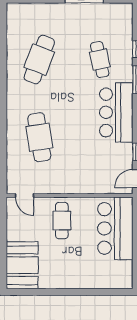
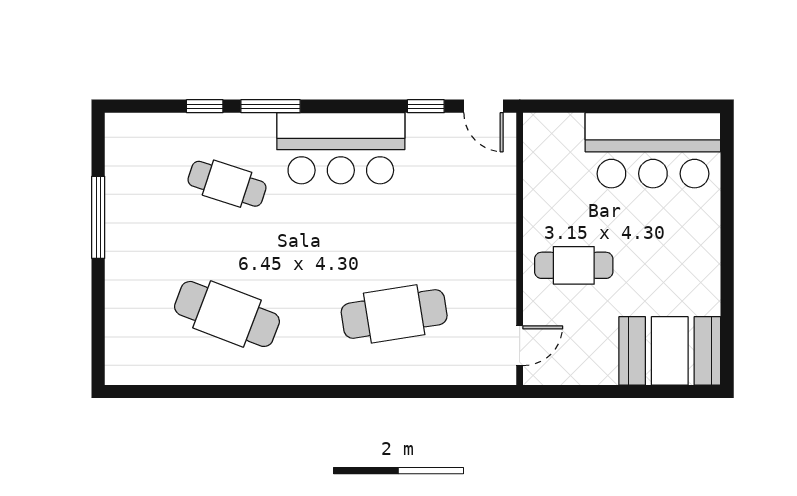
cafe table: (100, 60) -> (227, 184), turned 30
bar counter: (115, 228) -> (653, 150), moved

